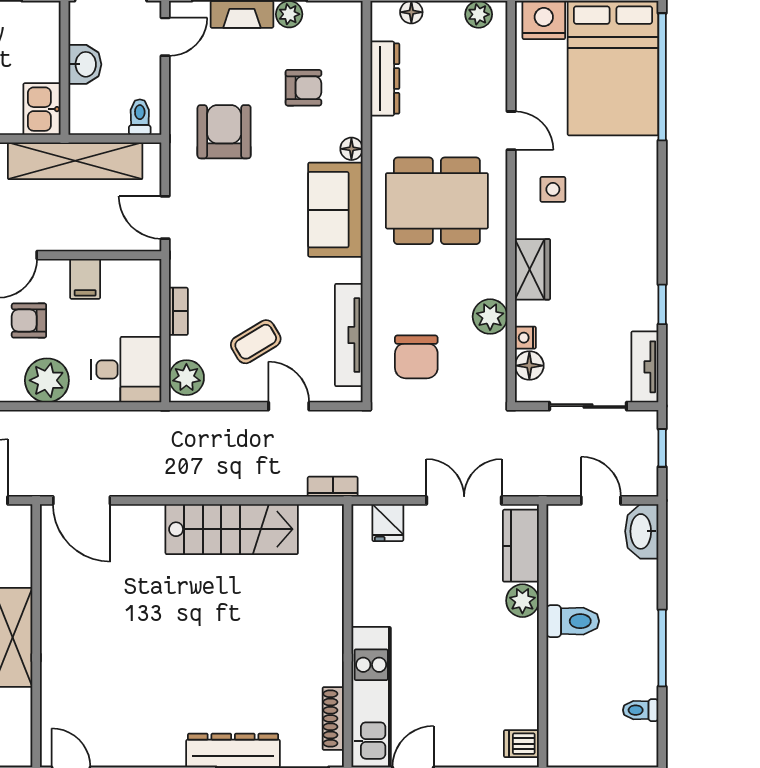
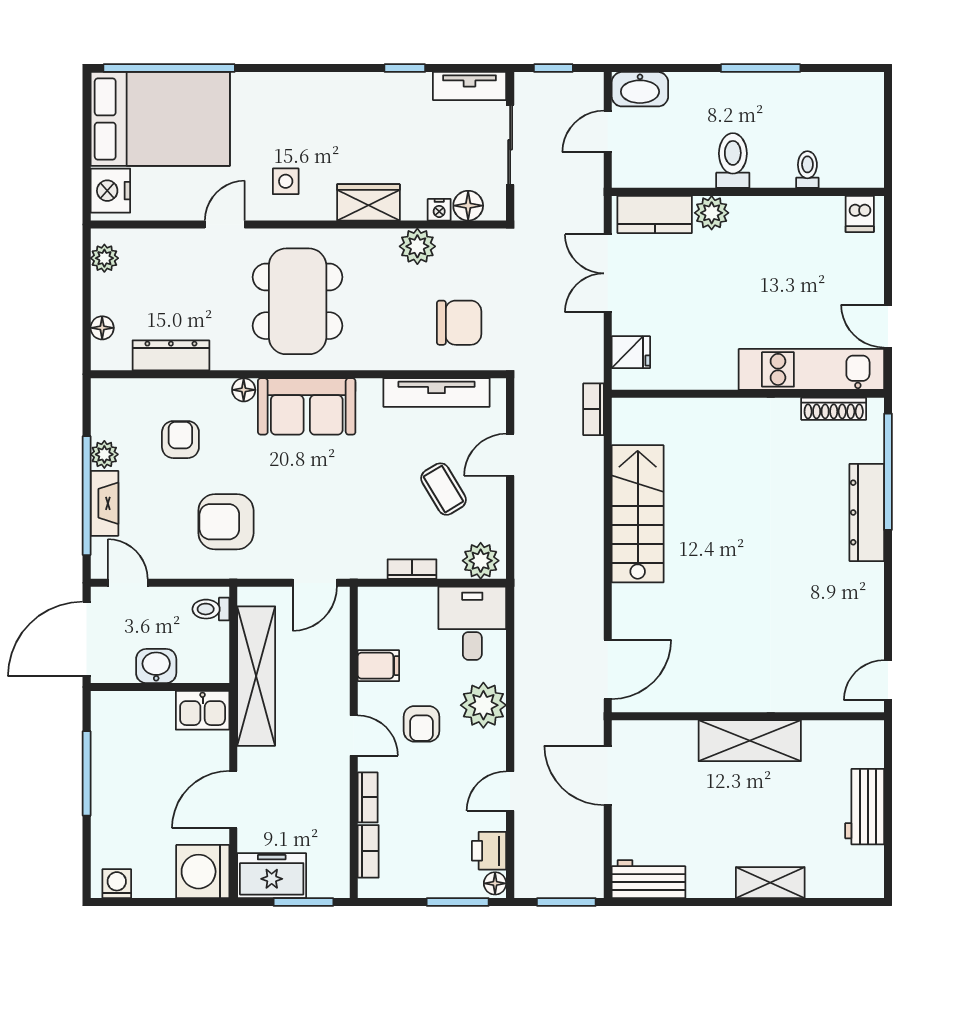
toilet: (641, 710) -> (807, 170), moved, turned 180

